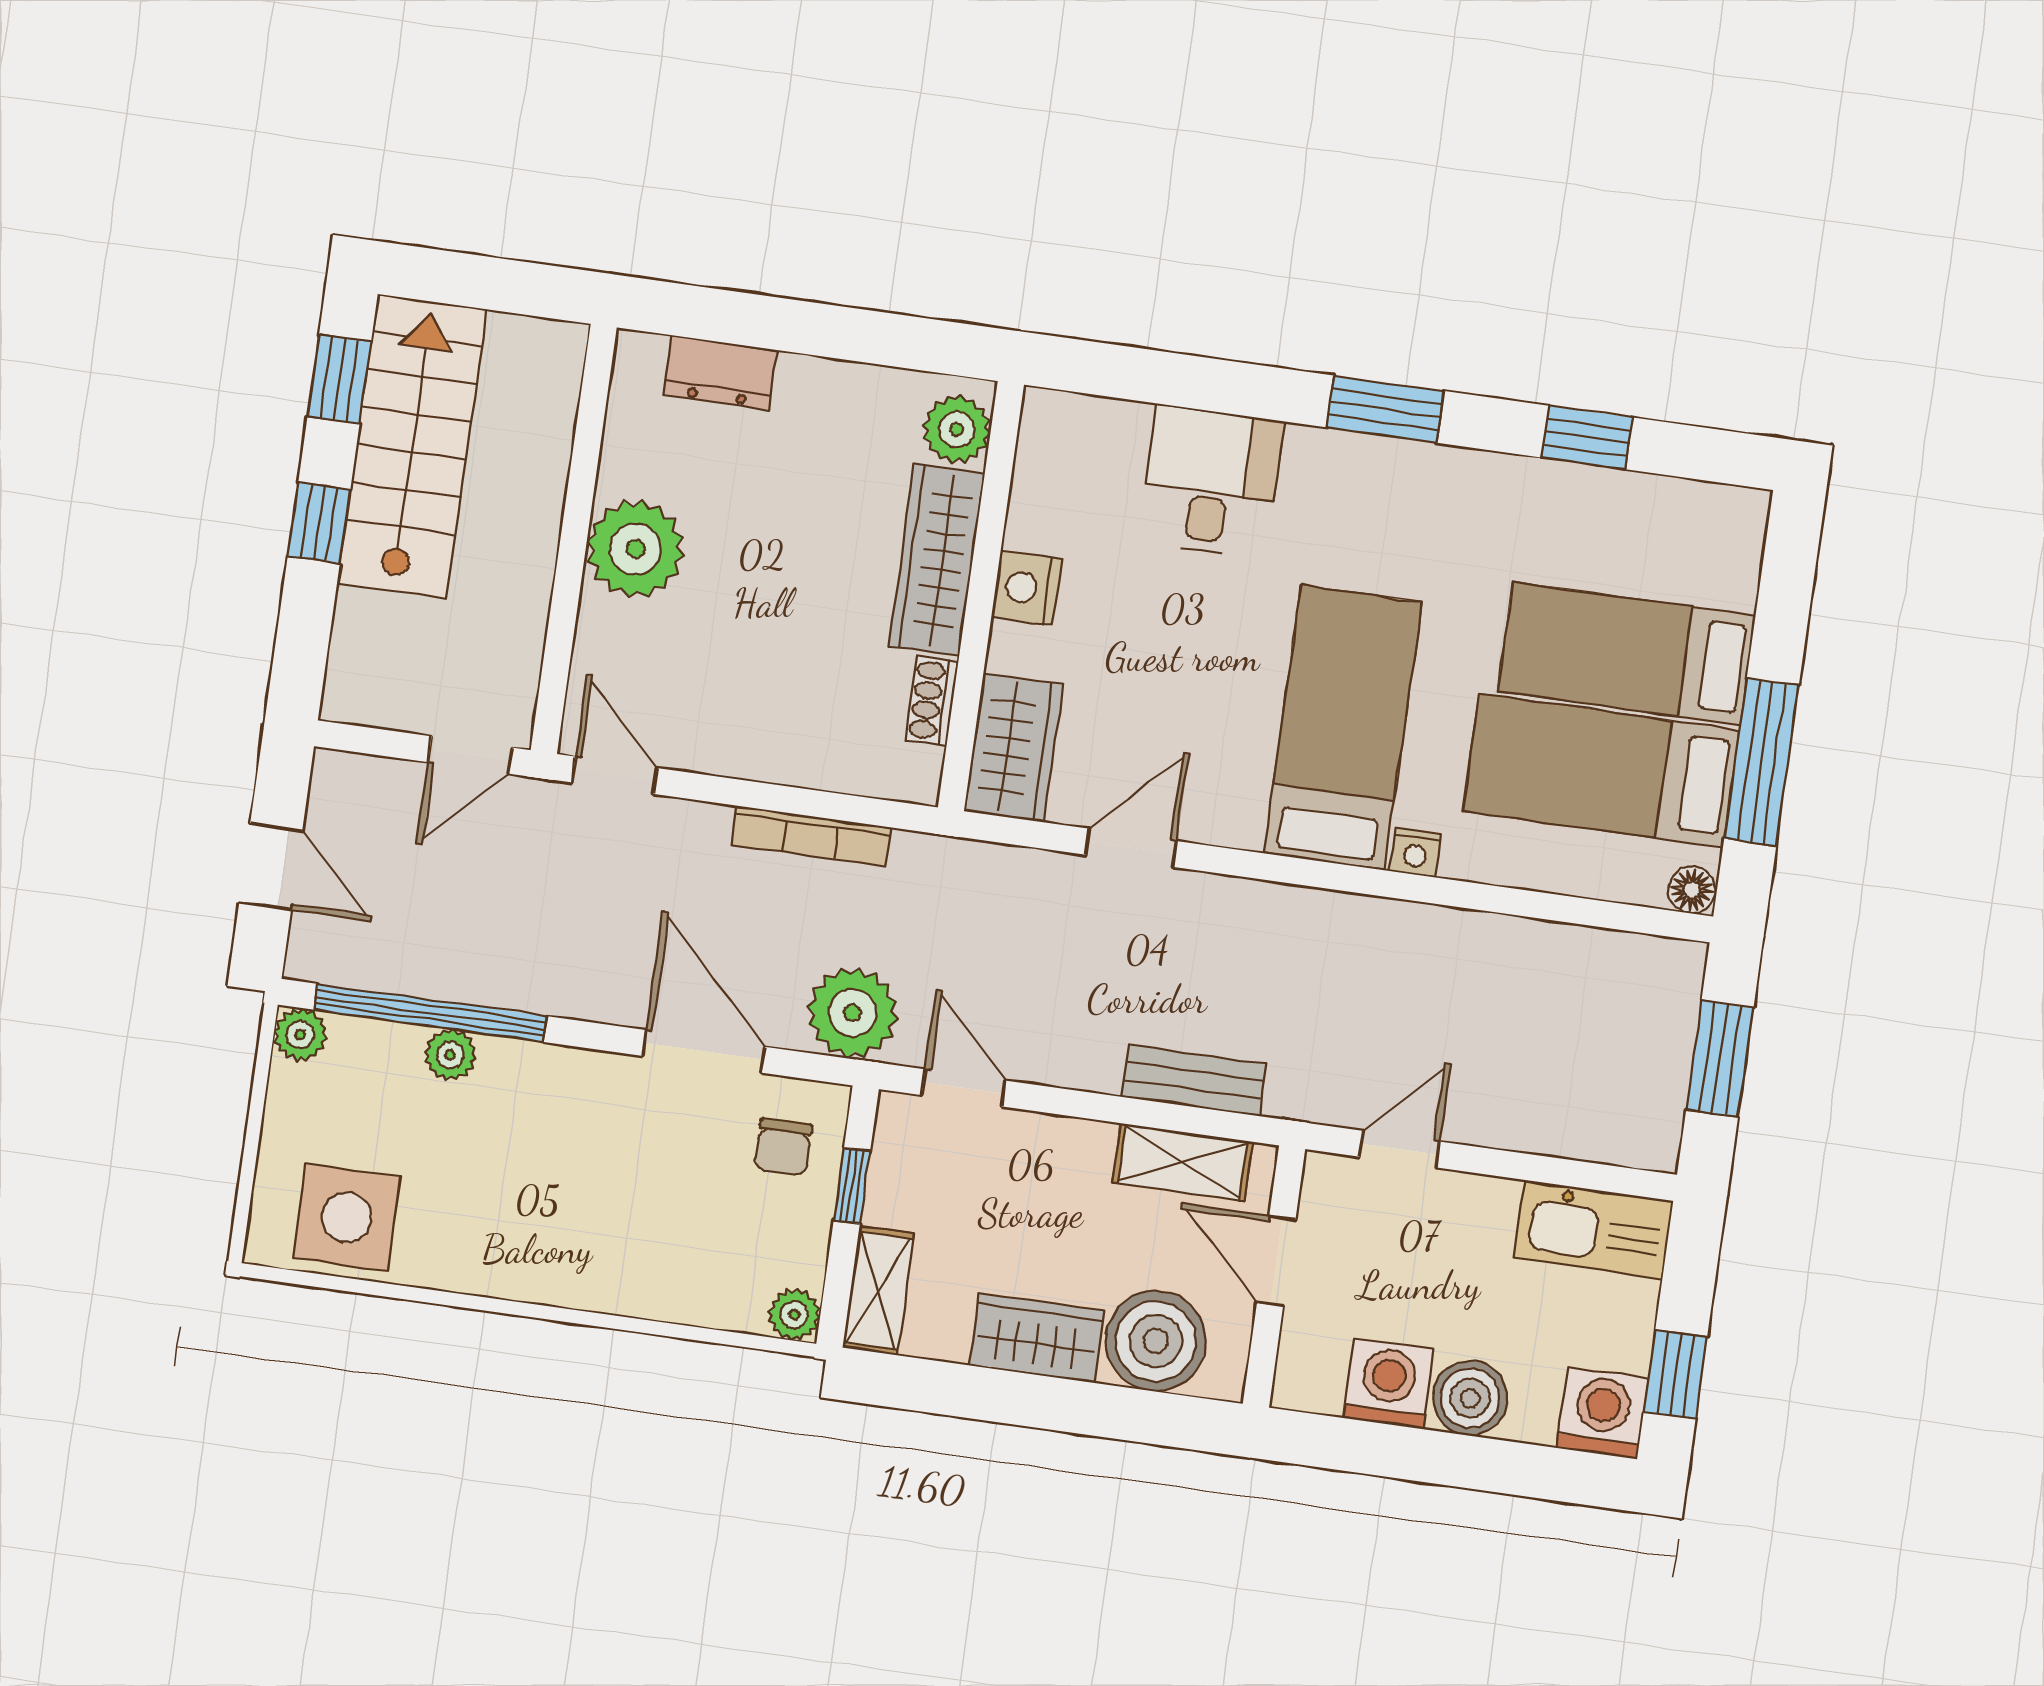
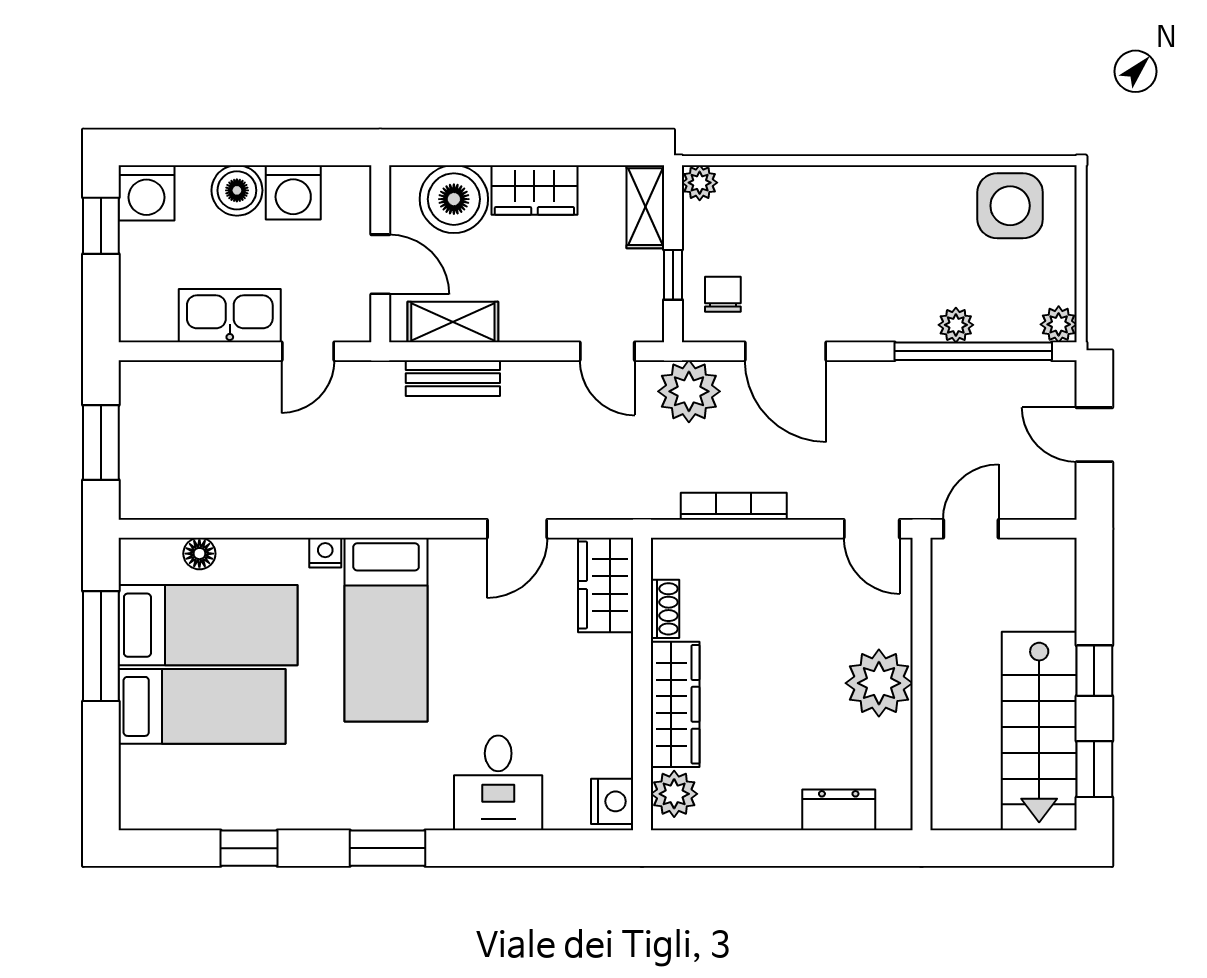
nightstand: (1026, 588) -> (612, 801), moved
floor lamp: (1692, 890) -> (199, 554), moved
kitchen sink: (1594, 1229) -> (230, 316), moved

